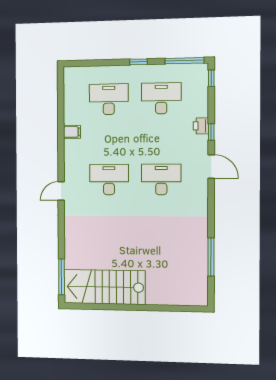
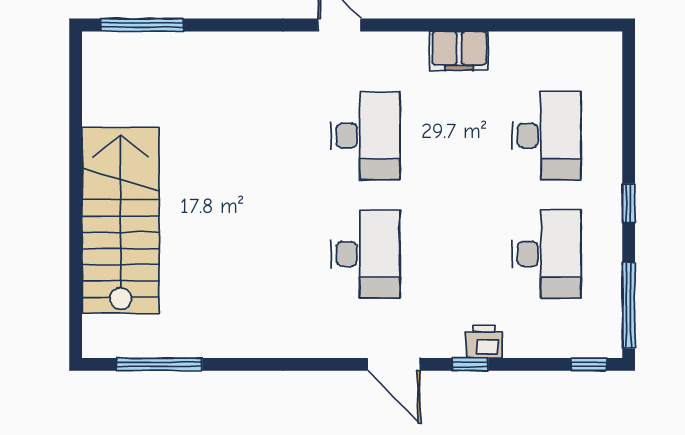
filing cabinet: (72, 132) -> (459, 51), width x2.00
door: (211, 167) -> (394, 364), hinge flipped
window: (211, 257) -> (159, 364), moved
stairs: (104, 287) -> (121, 220), moved

